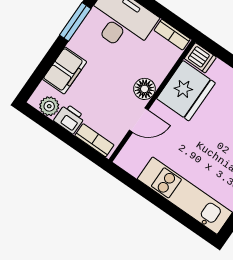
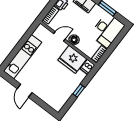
door: (139, 120) -> (59, 36), swing flipped

